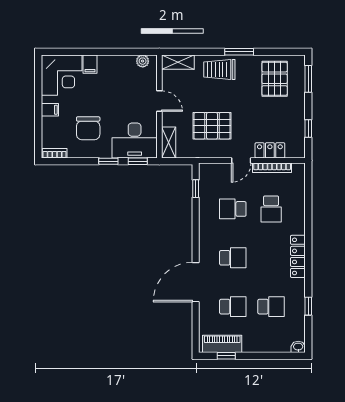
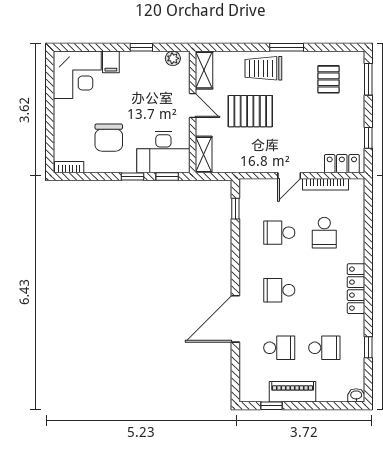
window: (116, 52) -> (141, 47), added
shelving: (178, 62) -> (204, 70), moved, turned 90
pallet: (275, 79) -> (328, 79), width x0.67, depth x0.71
filing cabinet: (50, 110) -> (64, 116), removed
pallet: (212, 126) -> (250, 111), moved
locker: (270, 150) -> (342, 164), moved
school desk: (233, 258) -> (279, 290), turned 180
piano: (222, 344) -> (293, 392), moved

